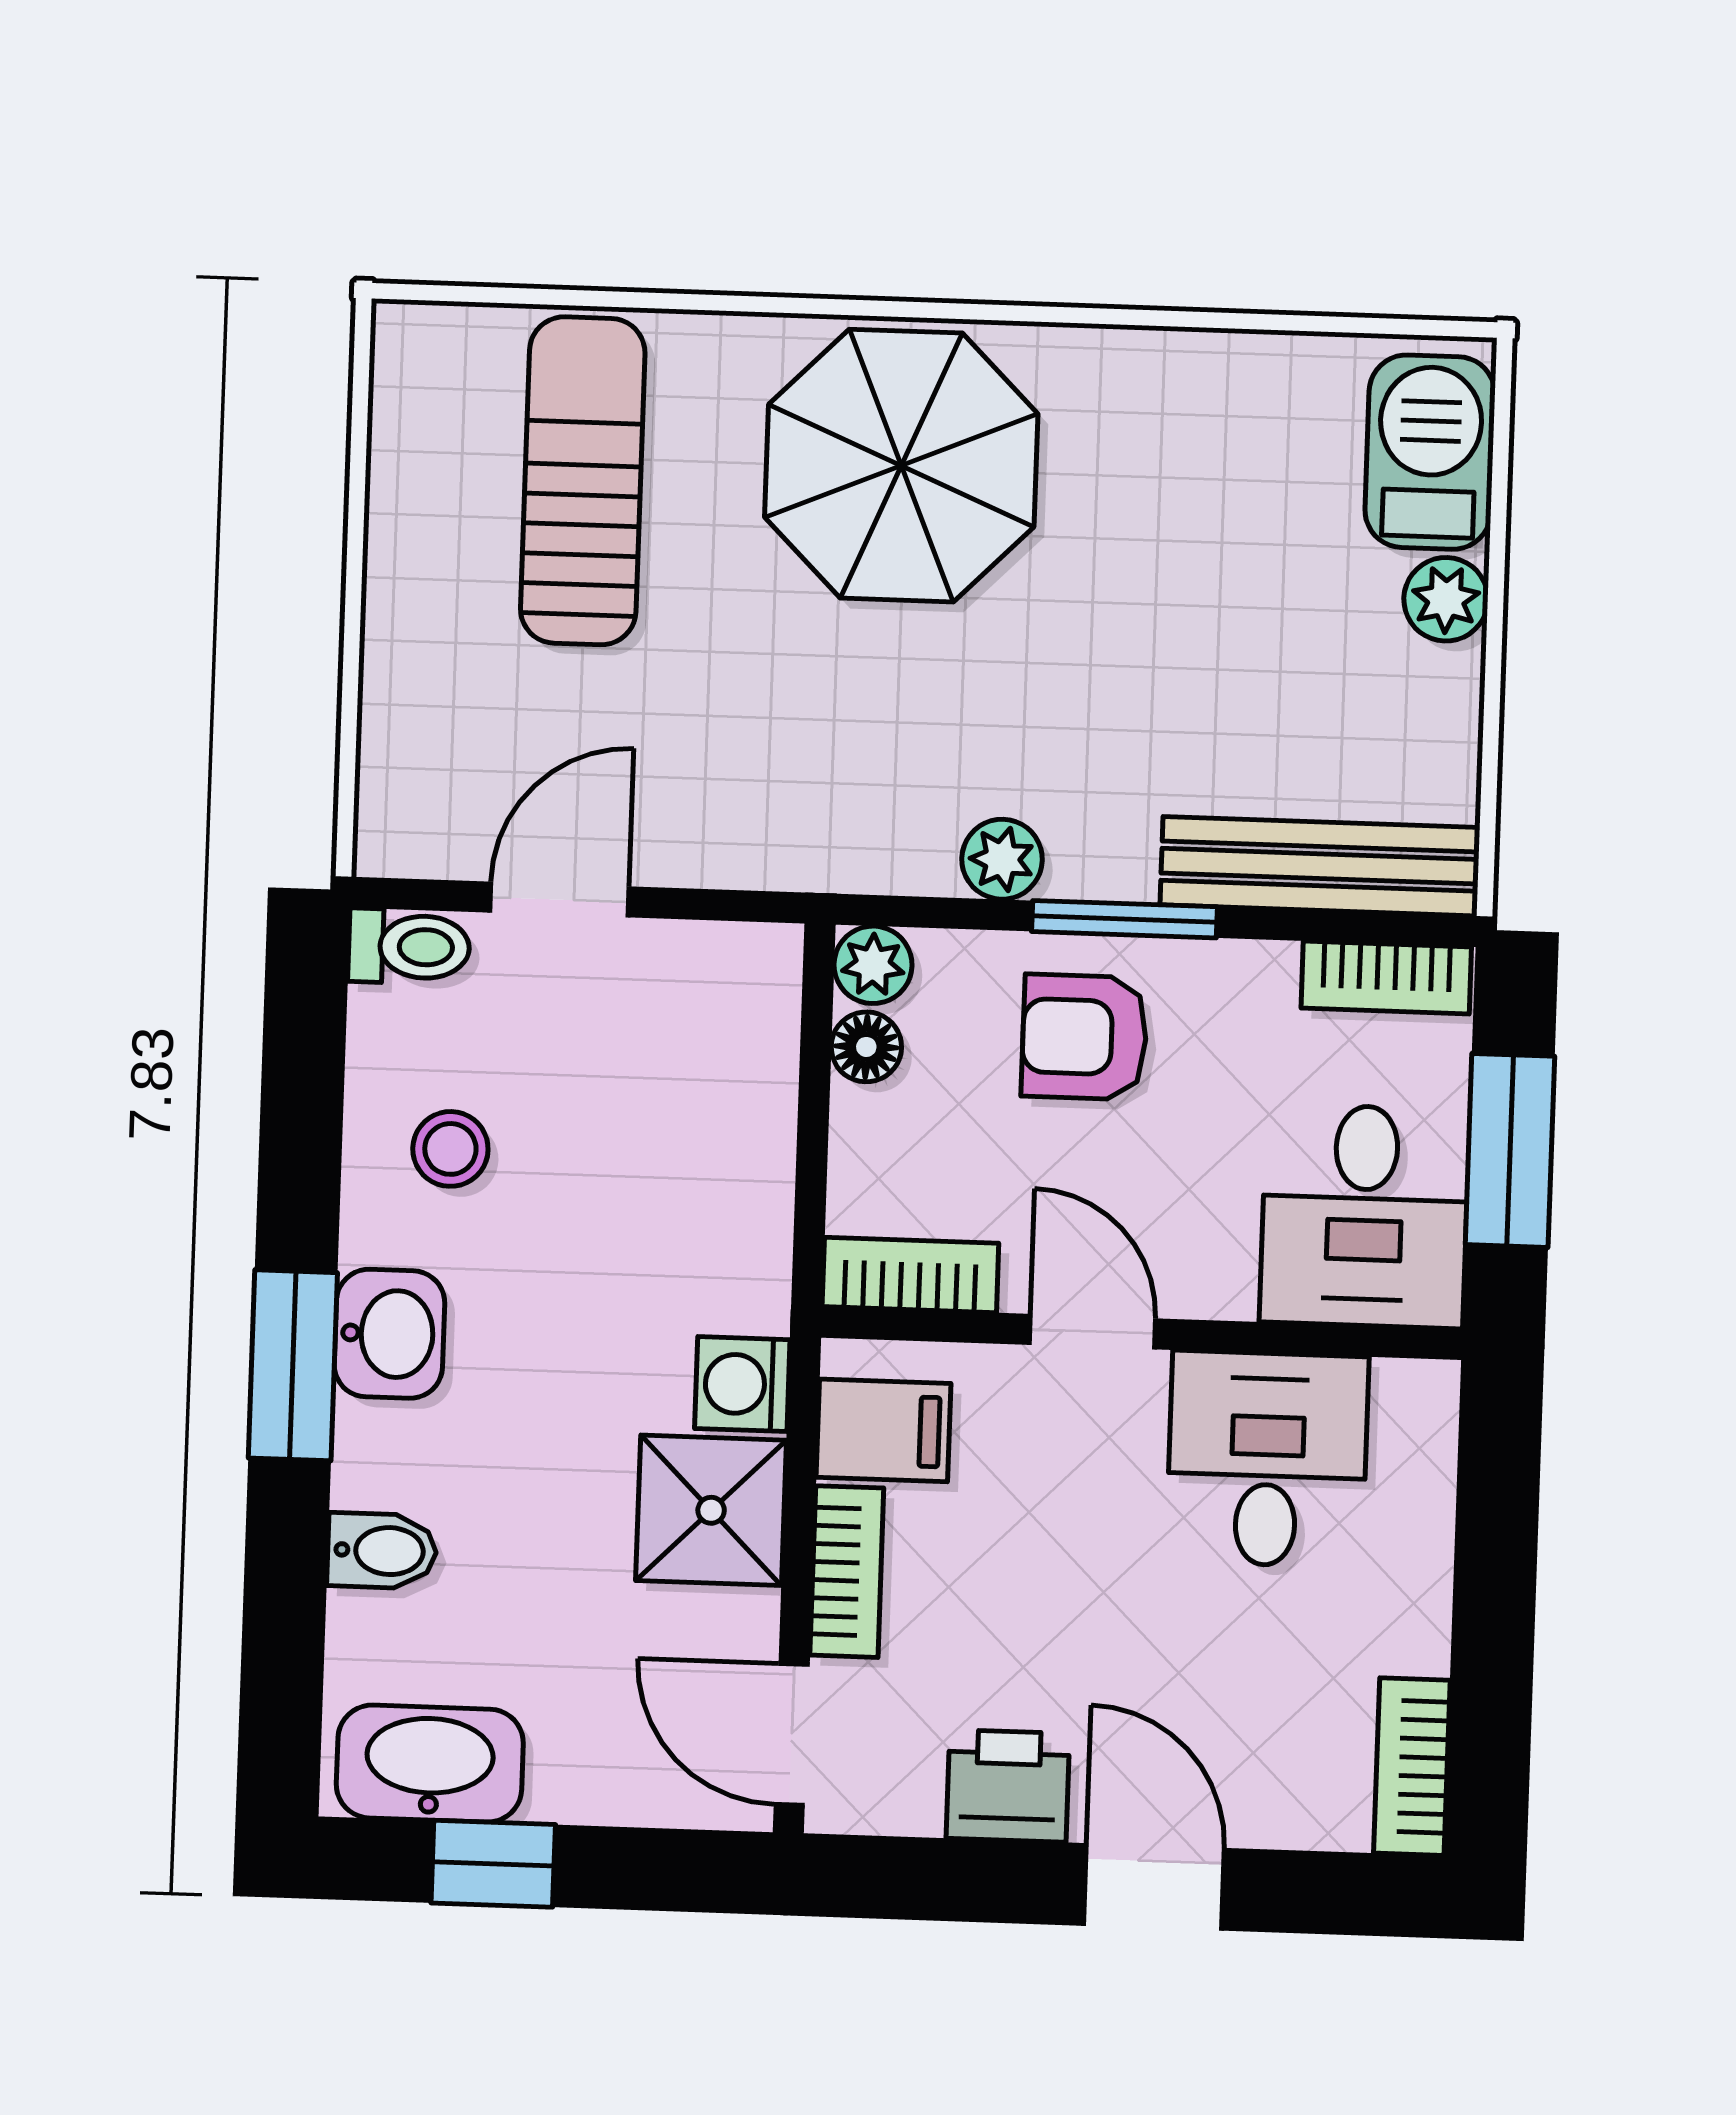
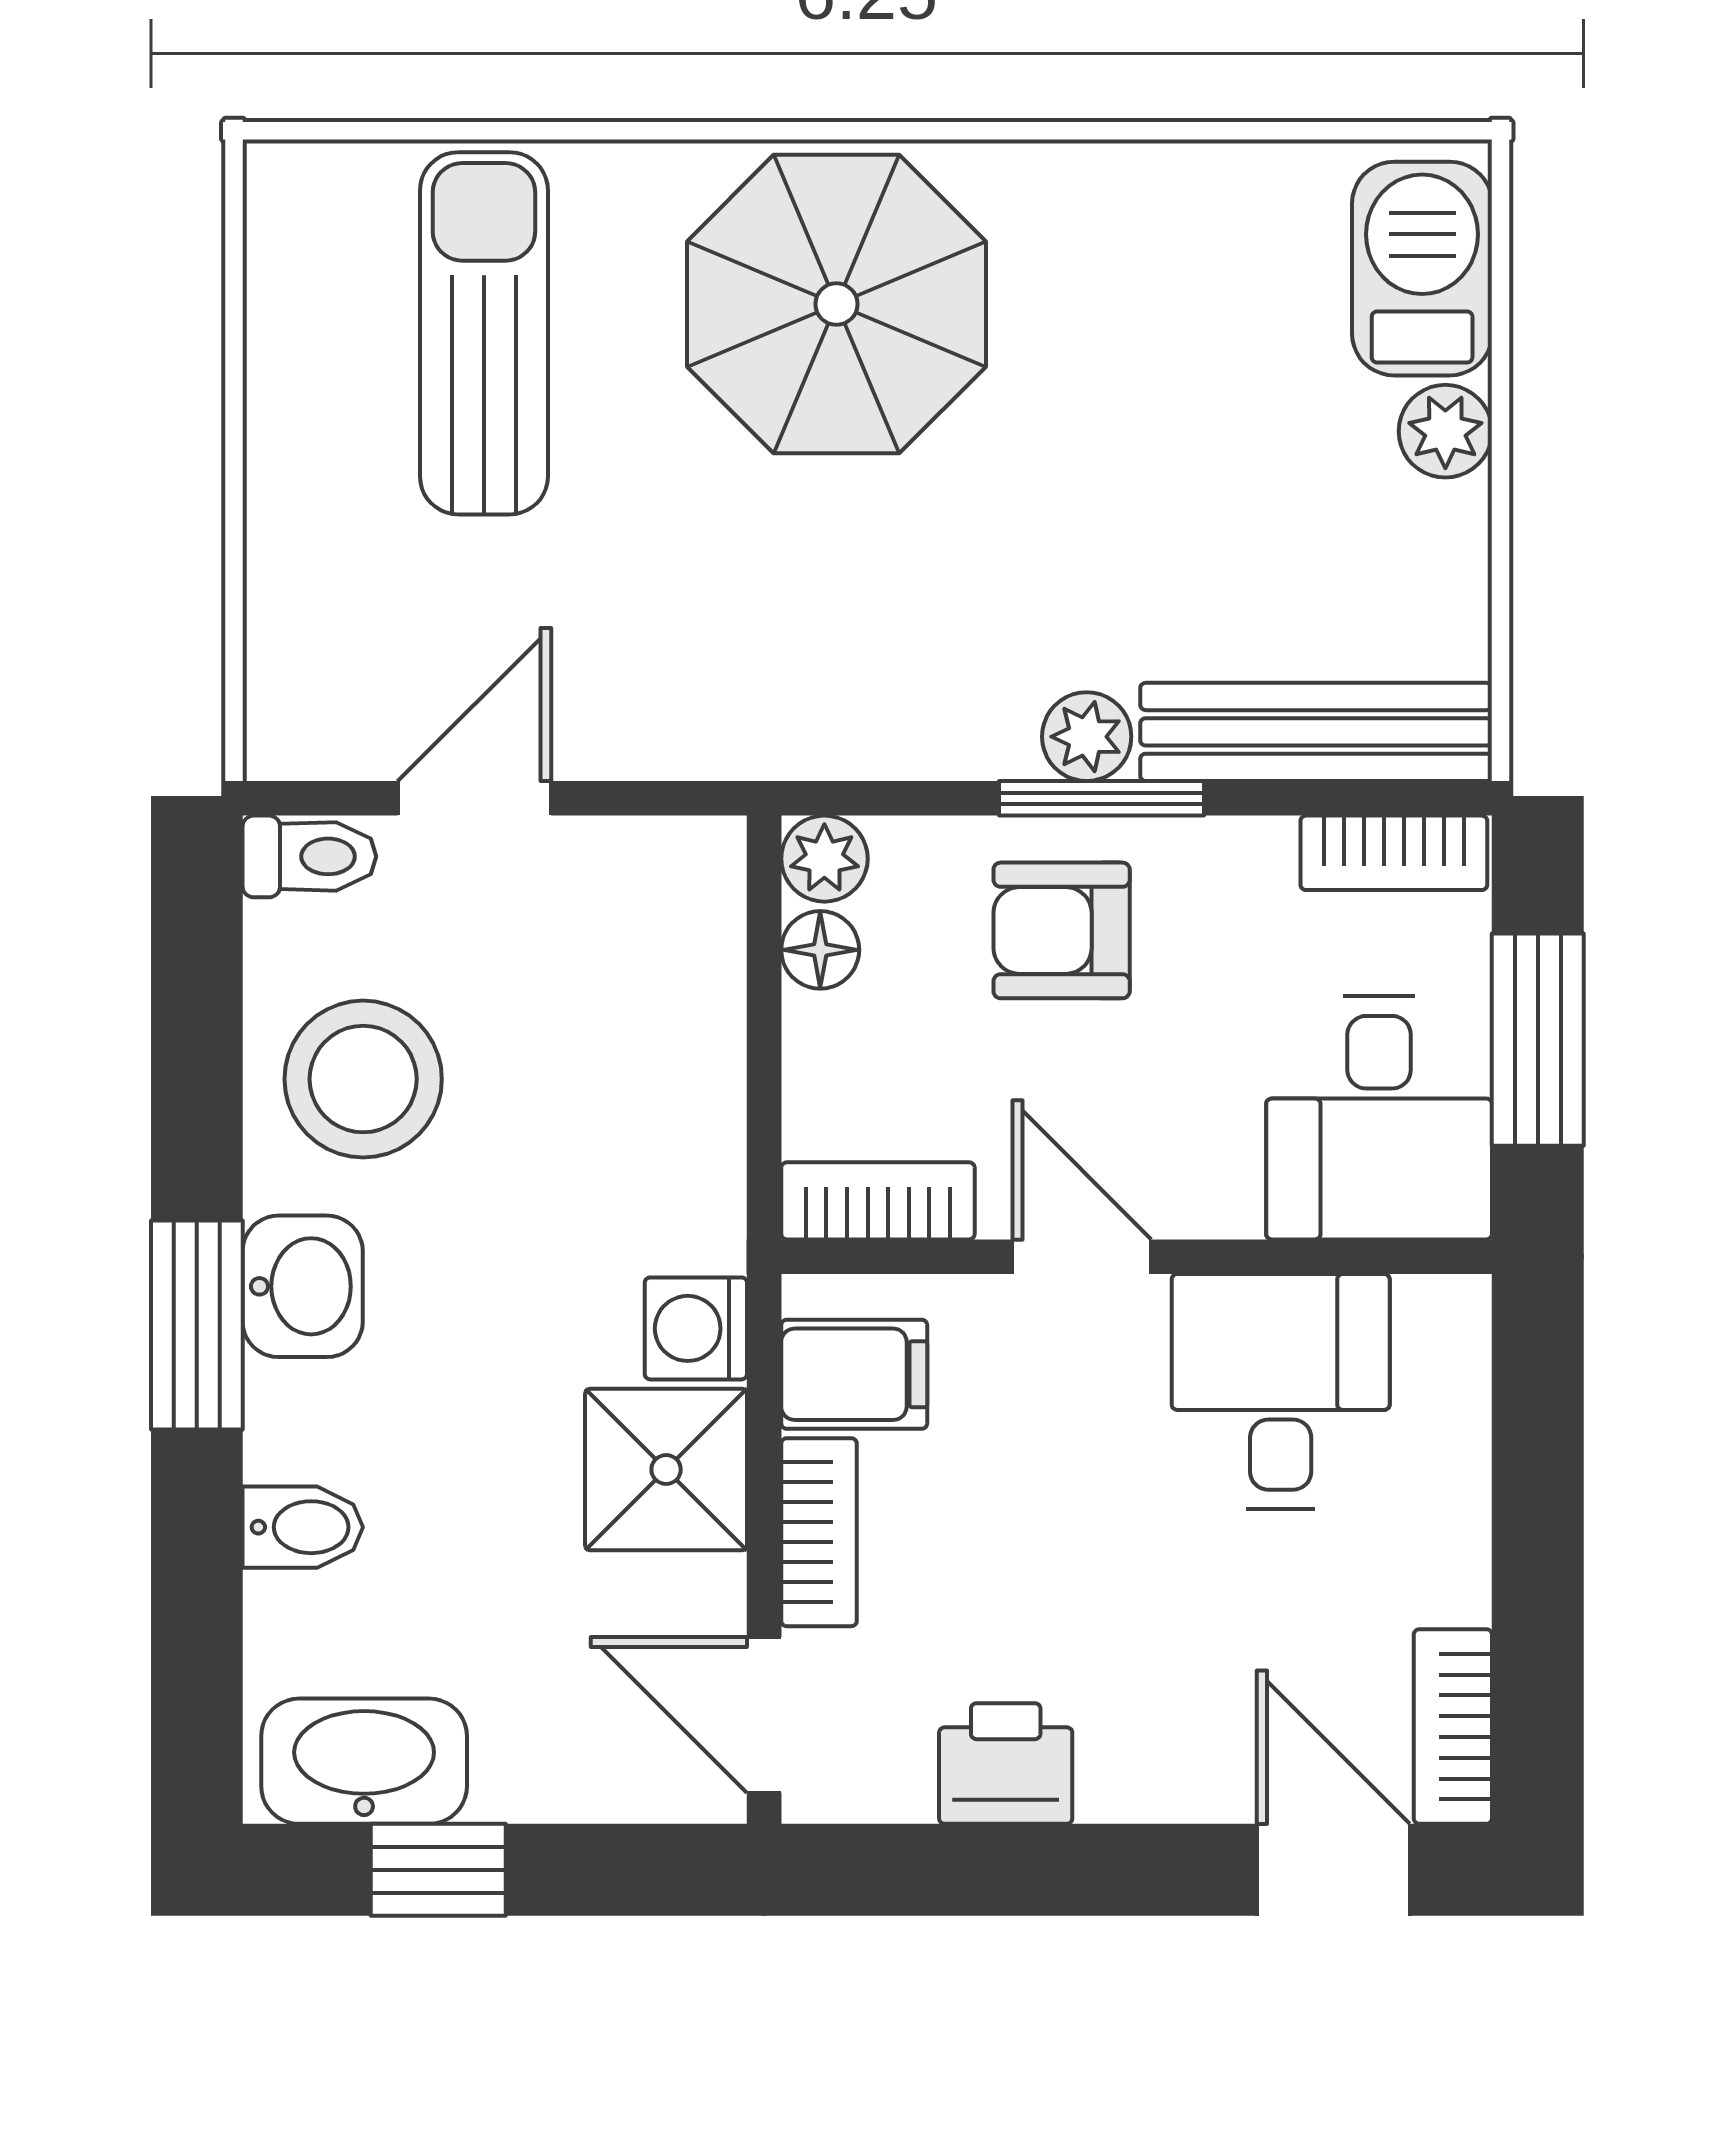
plant: (1002, 859) -> (1087, 737), moved
stool: (450, 1149) -> (363, 1079), width x1.89, depth x1.89
door: (1154, 1887) -> (1333, 1870), moved

